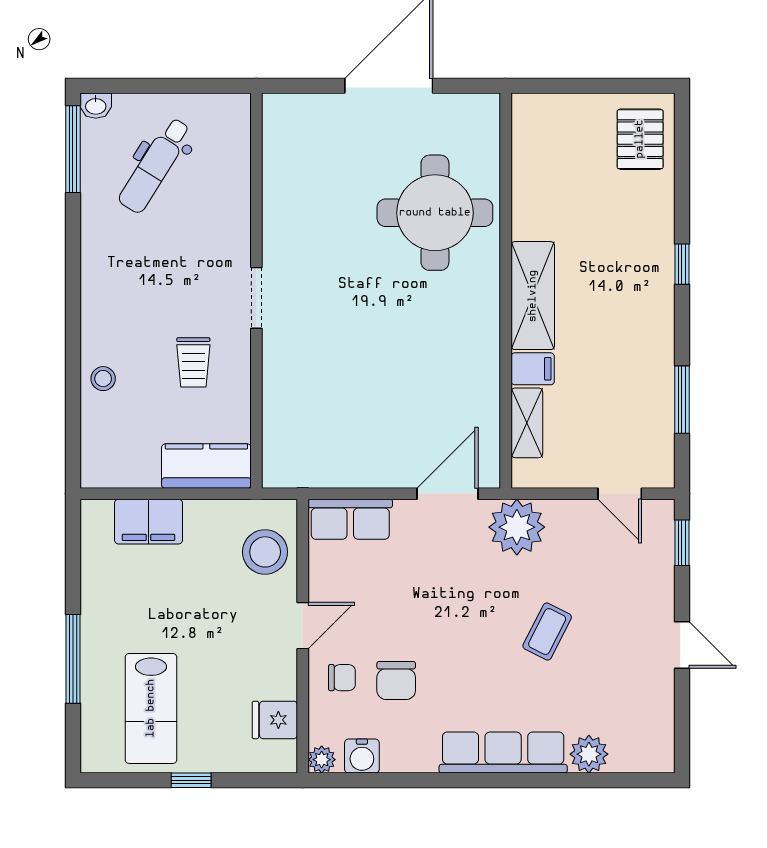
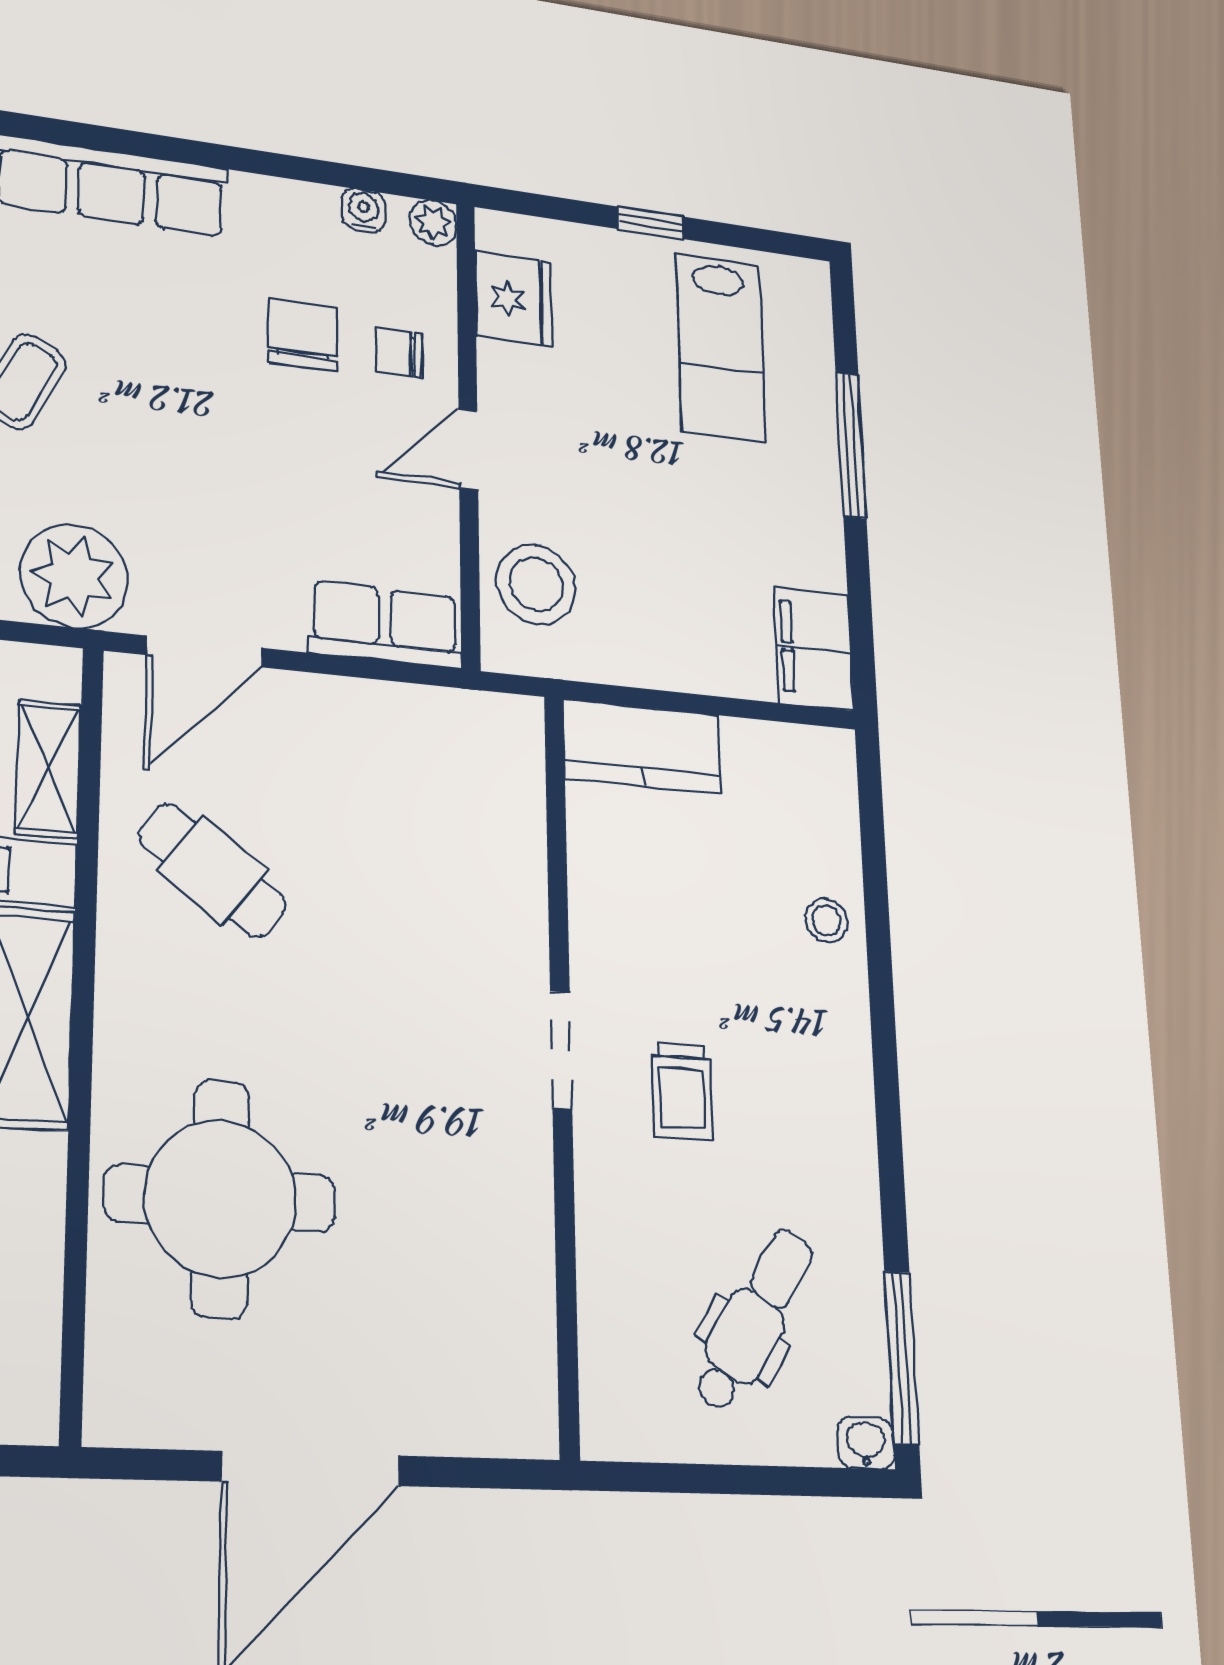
trolley: (193, 362) -> (682, 1091), moved, turned 180
cafe table: (442, 378) -> (213, 870), added
filing cabinet: (148, 522) -> (814, 649), moved, turned -90
lab bench: (151, 708) -> (721, 347), turned 180
fridge: (275, 720) -> (514, 299), width x1.38
water cooler: (362, 756) -> (364, 210), width x0.72, depth x0.72

